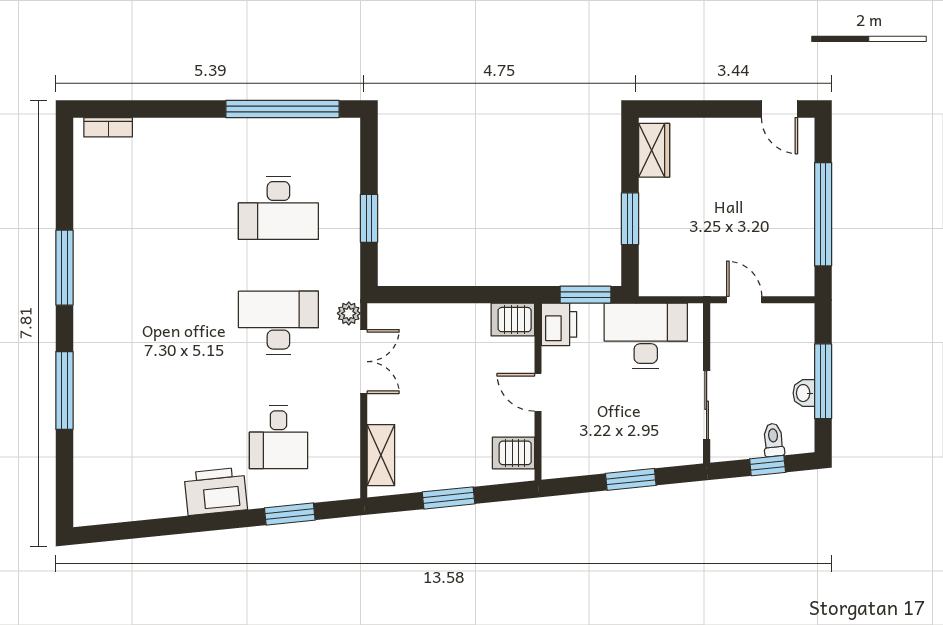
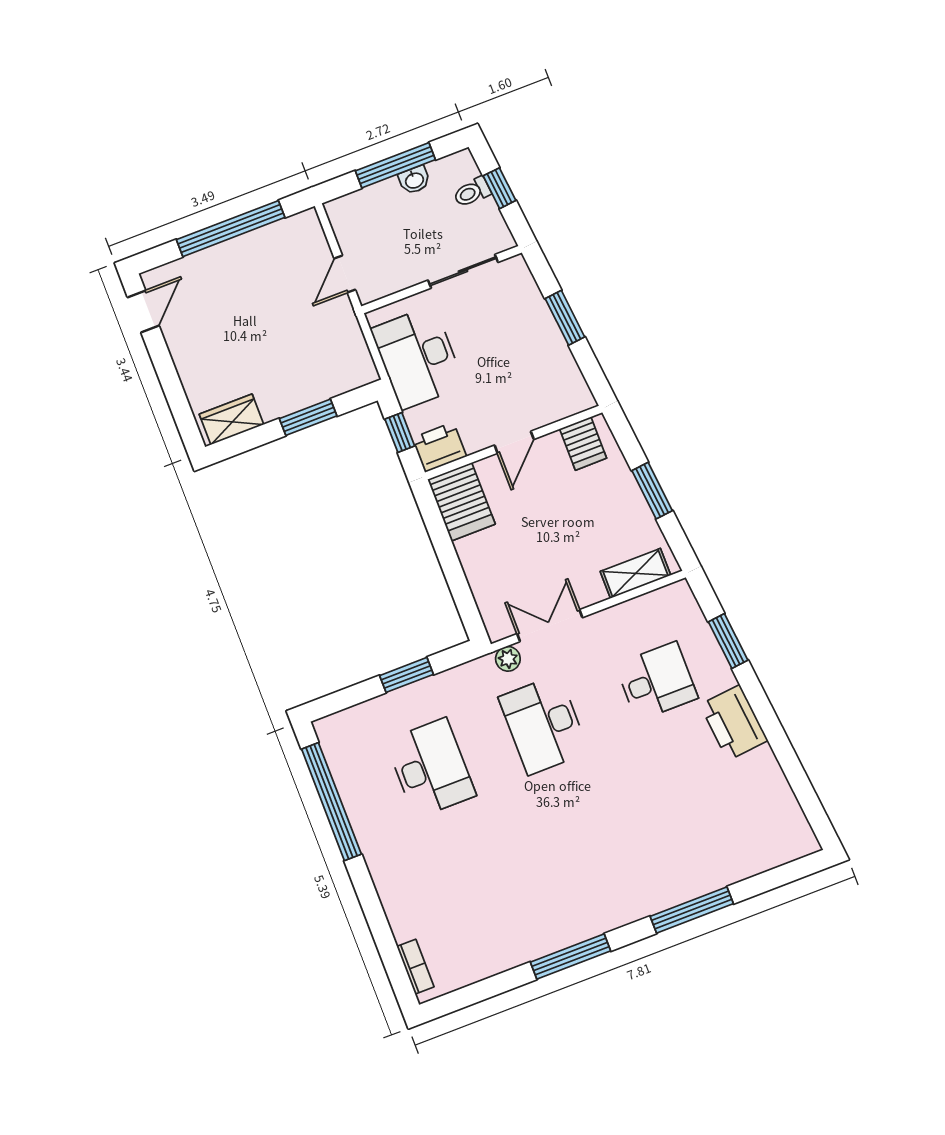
window: (585, 295) -> (400, 433), width x0.67
server rack: (513, 320) -> (461, 502), width x1.36, depth x1.44

